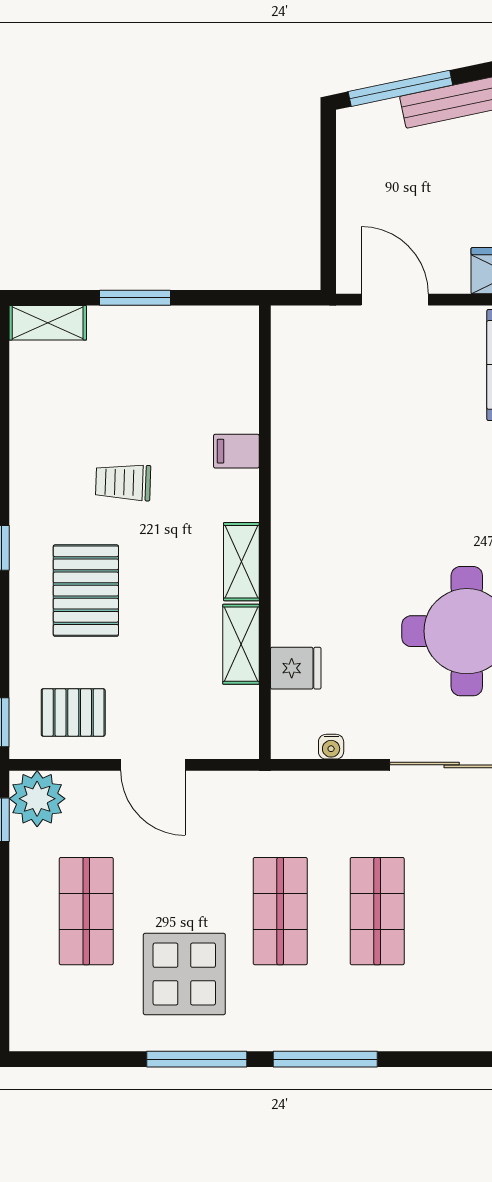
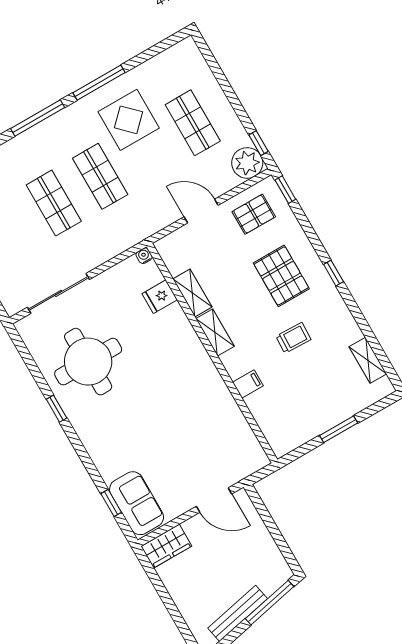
shelving: (48, 323) -> (368, 360), moved, turned 90
water cooler: (331, 747) -> (144, 256), moved

